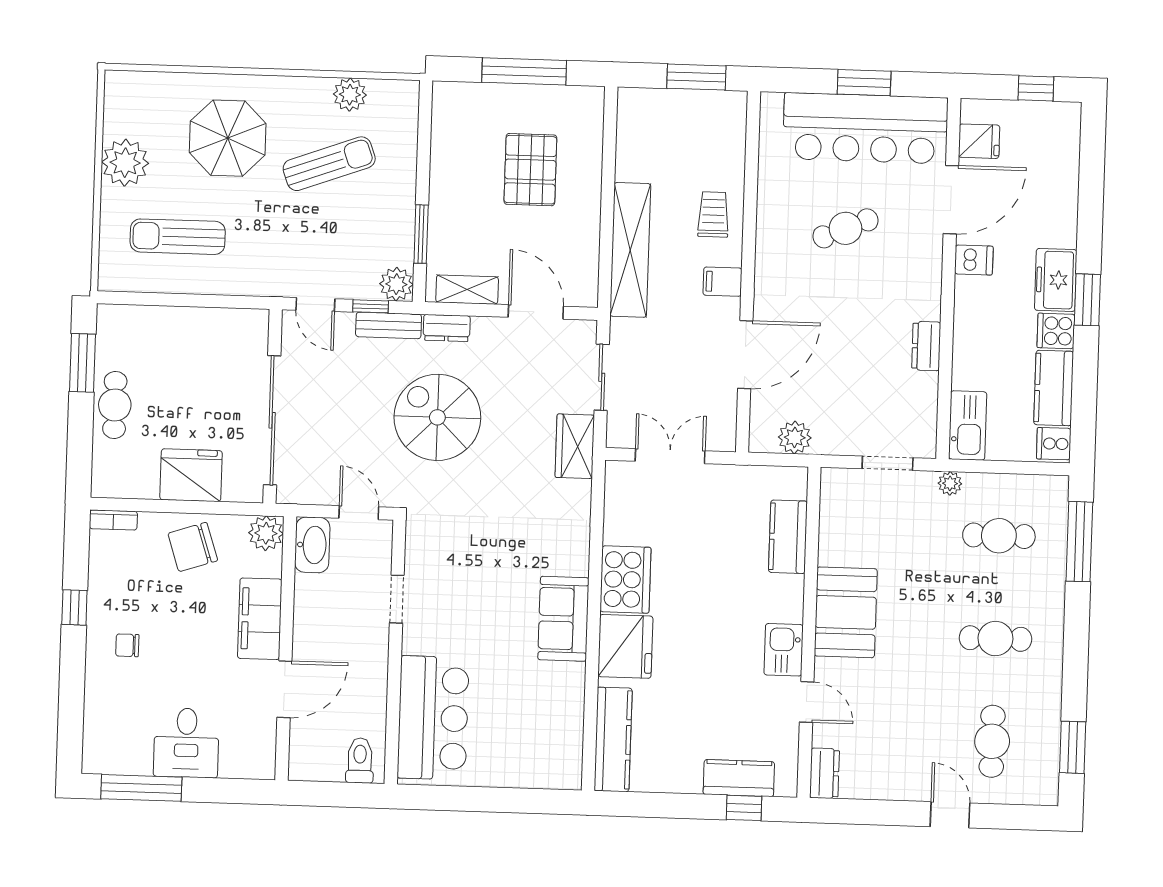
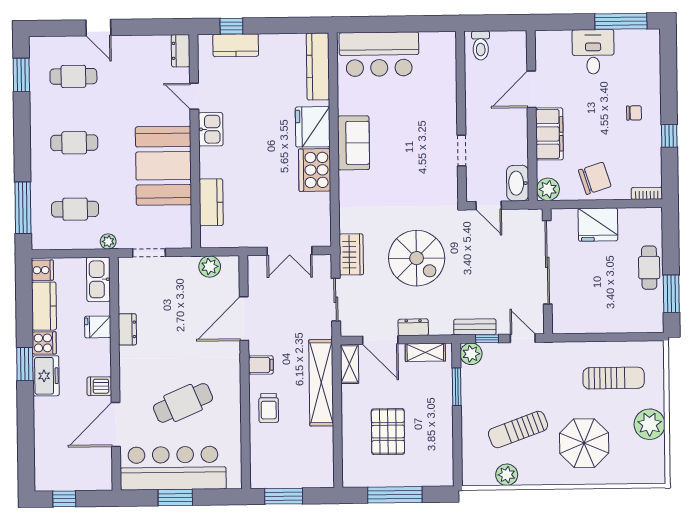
fridge: (979, 141) -> (98, 327), moved
cafe table: (845, 228) -> (183, 403), width x1.37, depth x1.35
shelving: (585, 277) -> (349, 364), added
dresser: (447, 328) -> (413, 327), moved
spiral stairs: (437, 417) -> (417, 258), moved
booth: (846, 612) -> (164, 166), width x1.36, depth x1.42
bar counter: (433, 718) -> (379, 54), moved, turned -90
cafe table: (992, 741) -> (73, 76), turned 90

